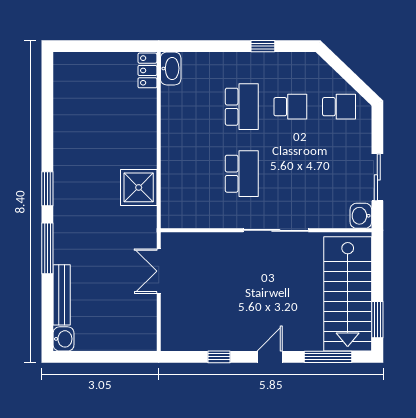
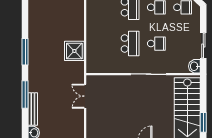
school desk: (290, 174) -> (156, 44), added
window: (47, 189) -> (25, 52), width x1.44
window: (47, 248) -> (25, 94), moved

